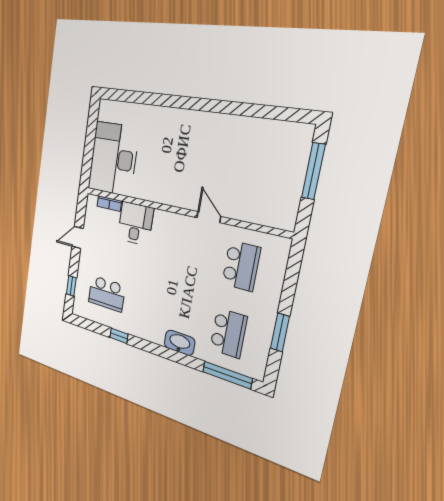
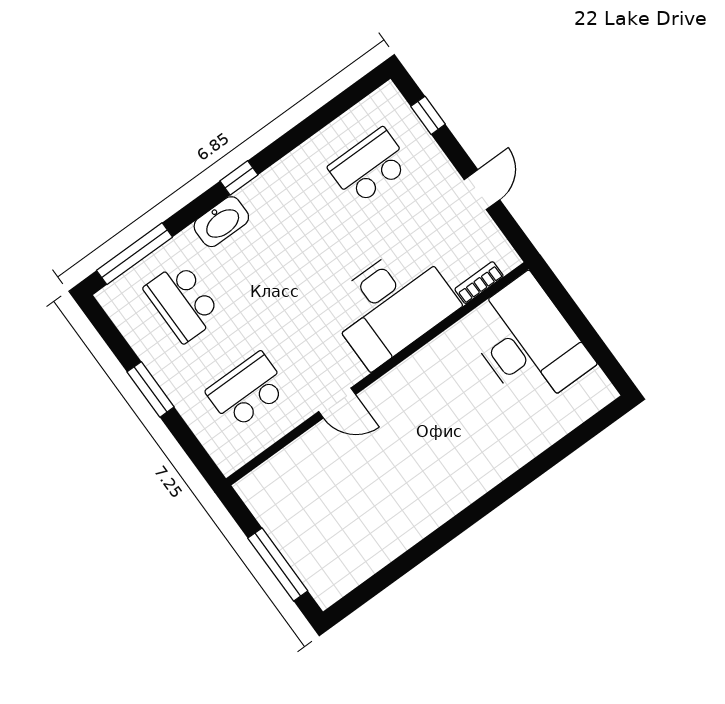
desk: (135, 223) -> (392, 305), width x1.87, depth x1.30
school desk: (241, 266) -> (247, 391), turned 90
window: (280, 332) -> (151, 389), moved
window: (119, 336) -> (239, 178), moved

